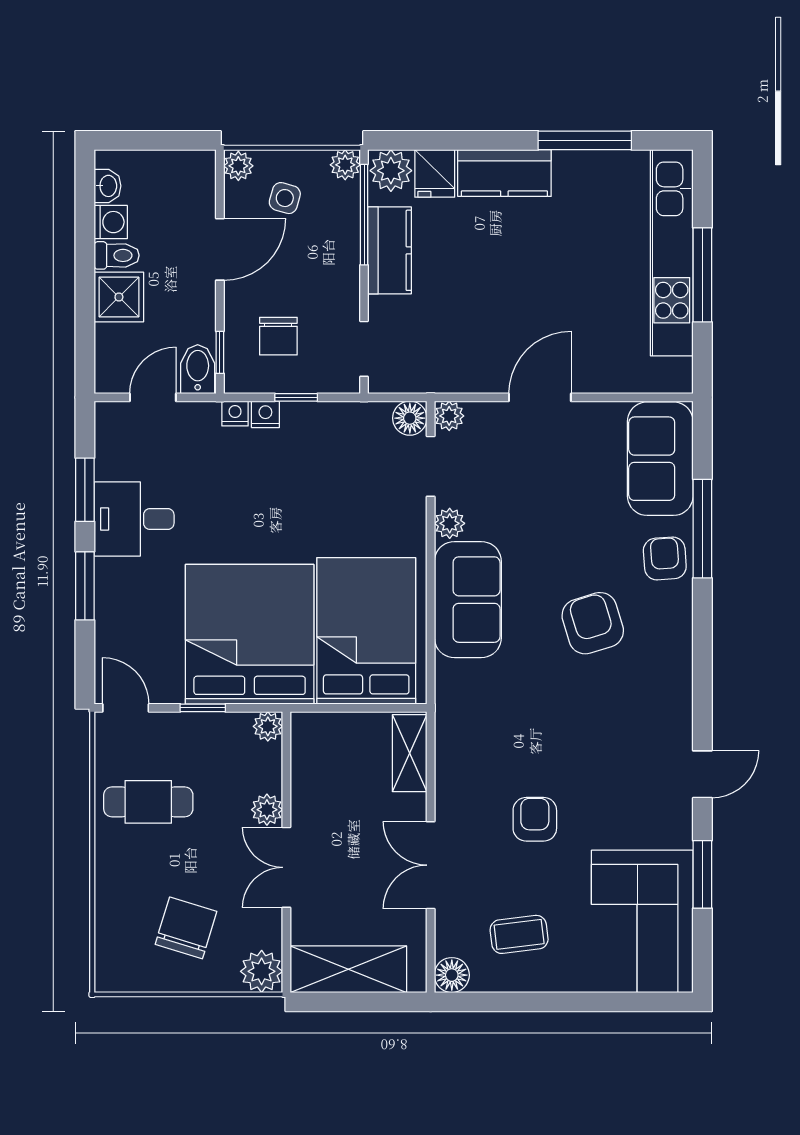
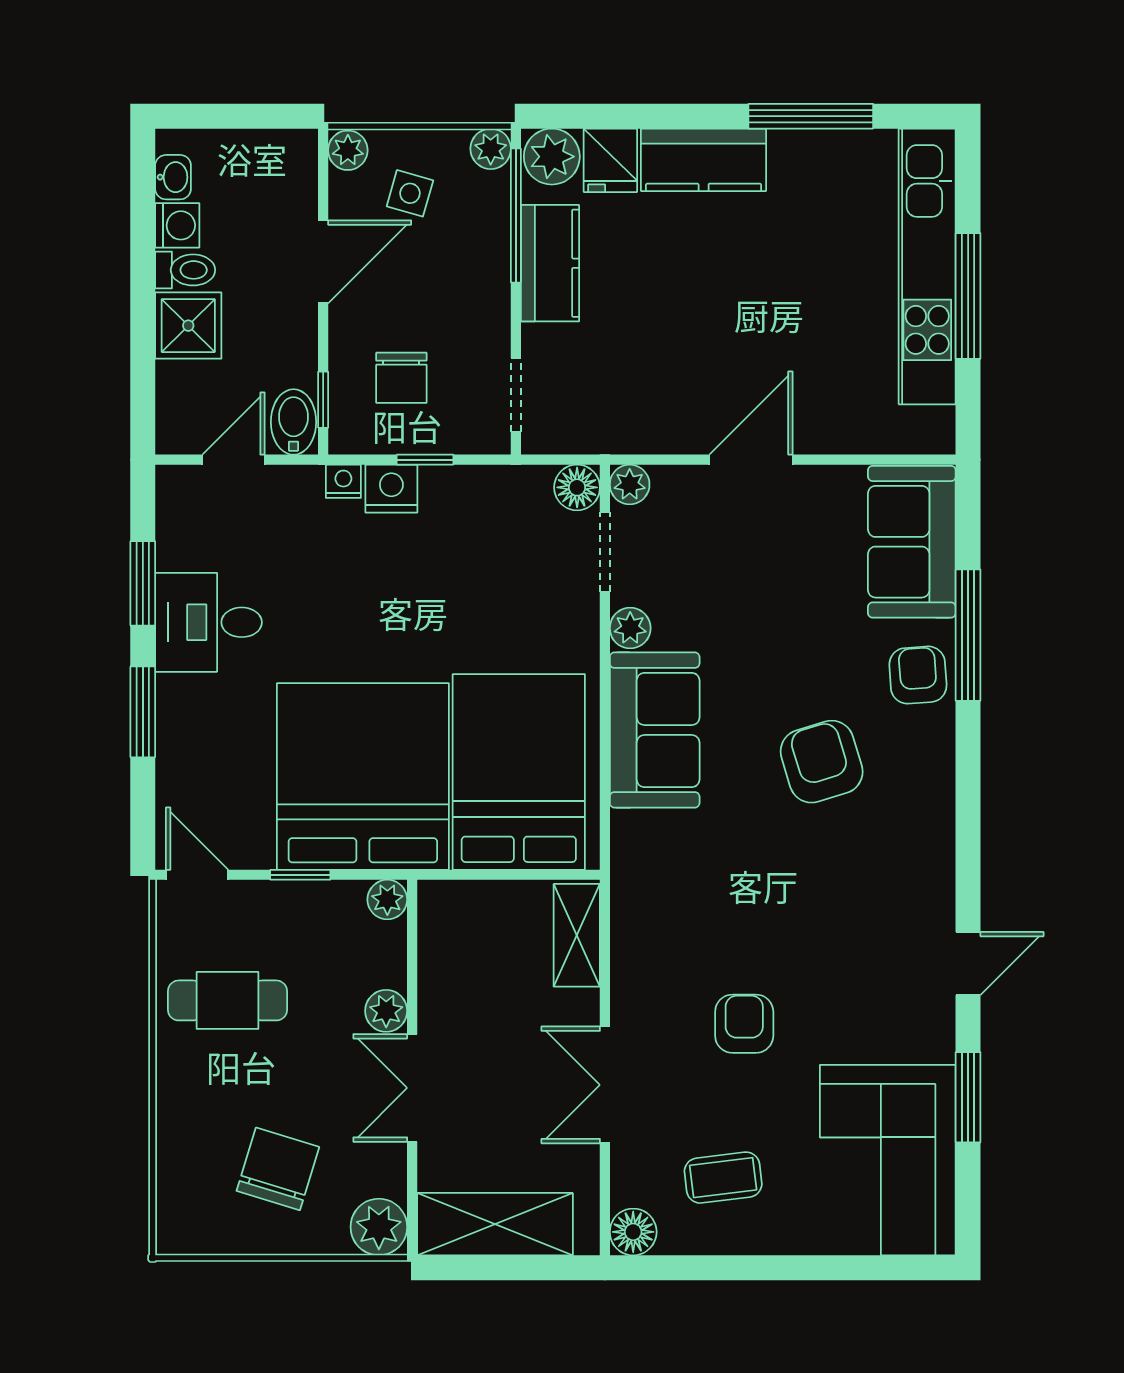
nightstand: (265, 414) -> (391, 489), width x1.39, depth x1.35

